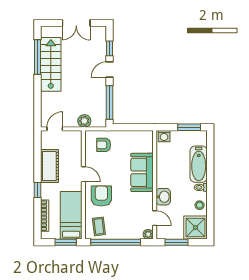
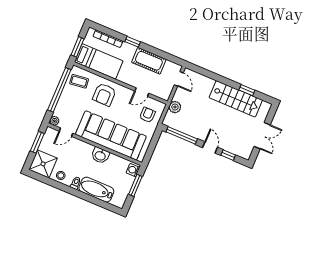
double door: (76, 23) -> (262, 136), swing flipped
window: (38, 57) -> (247, 90), width x0.46
window: (189, 127) -> (135, 185), moved
sofa: (142, 172) -> (111, 135), width x1.85, depth x1.27
door: (83, 174) -> (142, 92), moved
armchair: (101, 196) -> (104, 95), turned 90
washbasin: (163, 197) -> (100, 155), moved

